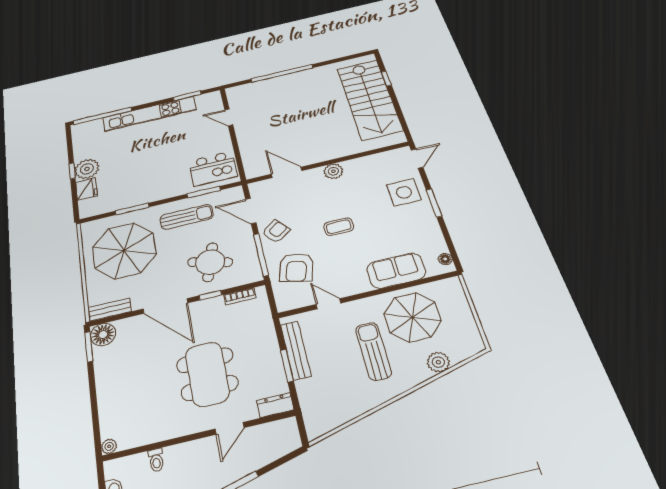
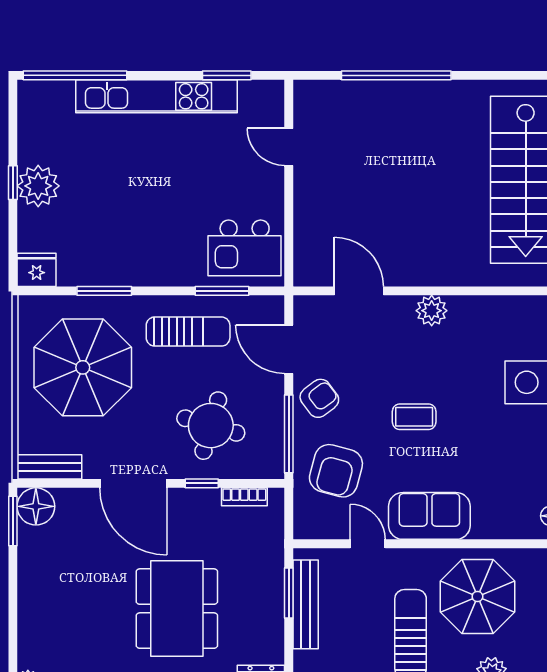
fridge: (86, 189) -> (37, 270), moved, turned -90
sofa: (396, 271) -> (429, 516), moved
window: (287, 366) -> (289, 593), moved

